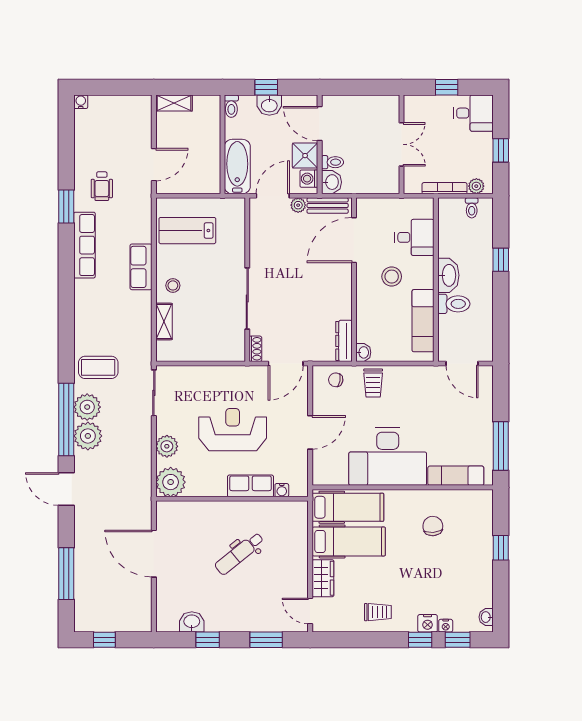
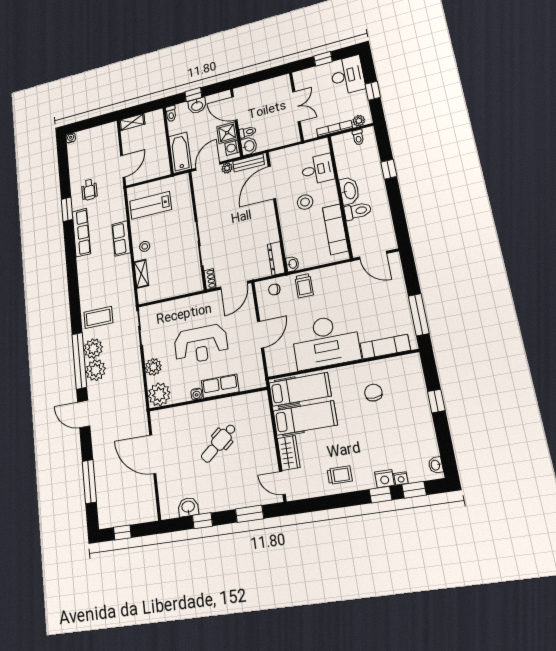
desk: (473, 113) -> (347, 75), width x1.37
reception desk: (233, 430) -> (201, 344), turned 180
water cooler: (282, 490) -> (196, 394), moved

